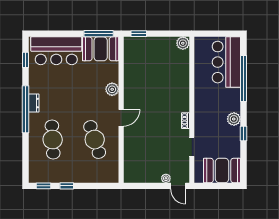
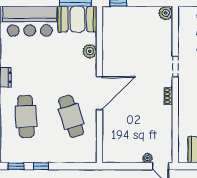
plant: (112, 89) -> (90, 51), moved
door: (121, 118) -> (99, 93), width x1.87
doorway: (192, 147) -> (175, 66), moved

